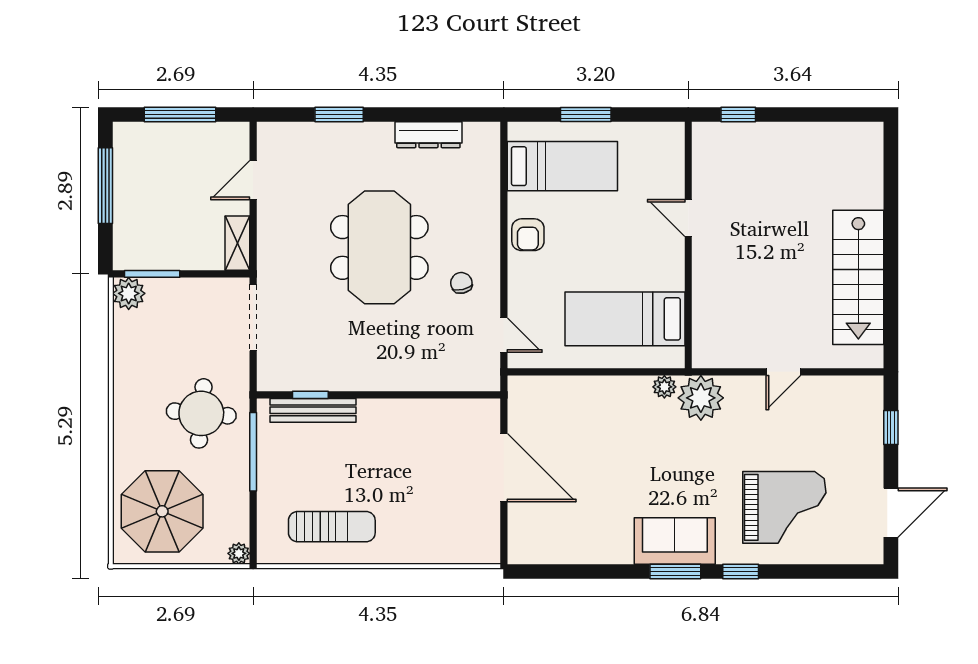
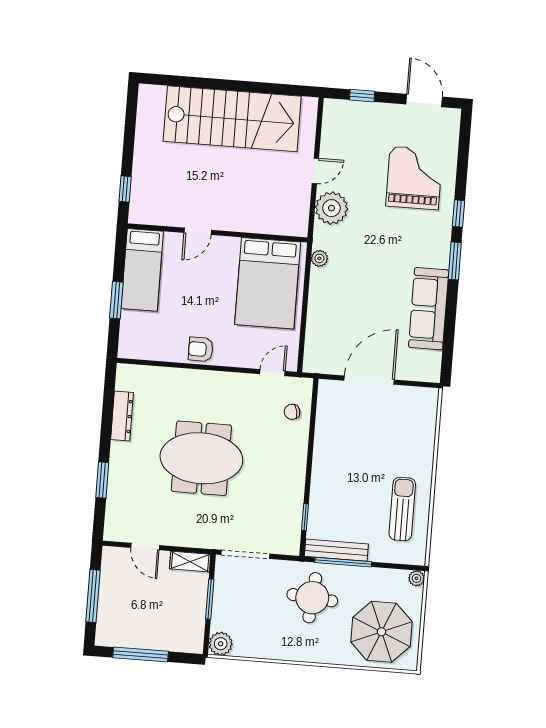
bed: (562, 166) -> (142, 270), moved, turned 180
armchair: (528, 235) -> (201, 349), turned 180
window: (152, 274) -> (210, 599), moved
stairs: (858, 277) -> (232, 119), width x1.36, depth x1.51
chair: (461, 283) -> (292, 412), moved
bed: (625, 319) -> (268, 283), width x1.50
door: (783, 372) -> (315, 171), hinge flipped
plant: (701, 398) -> (332, 208), moved
bench: (313, 410) -> (336, 550), moved, turned 90
sofa: (675, 541) -> (429, 309), moved, width x1.36

